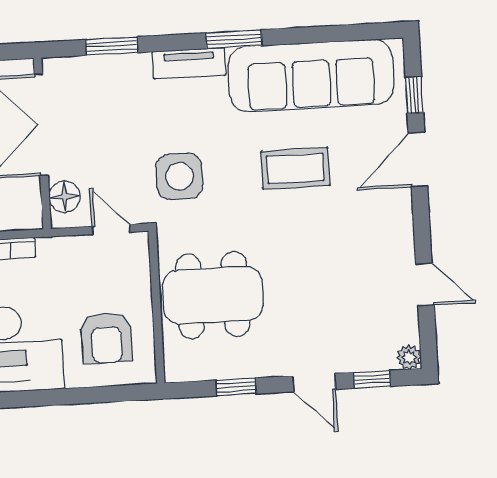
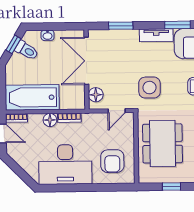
door: (111, 229) -> (117, 111), swing flipped
dining table: (213, 295) -> (163, 143), turned 90

